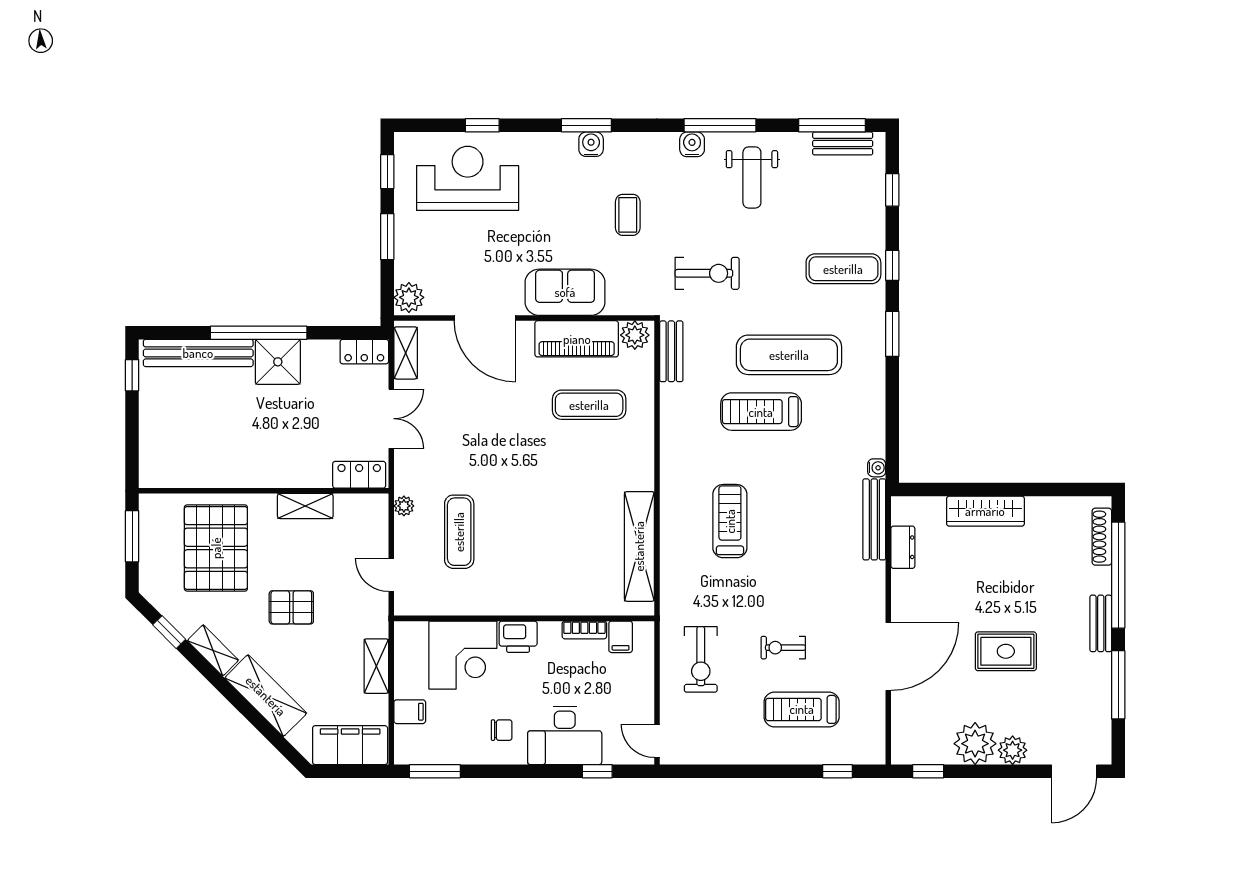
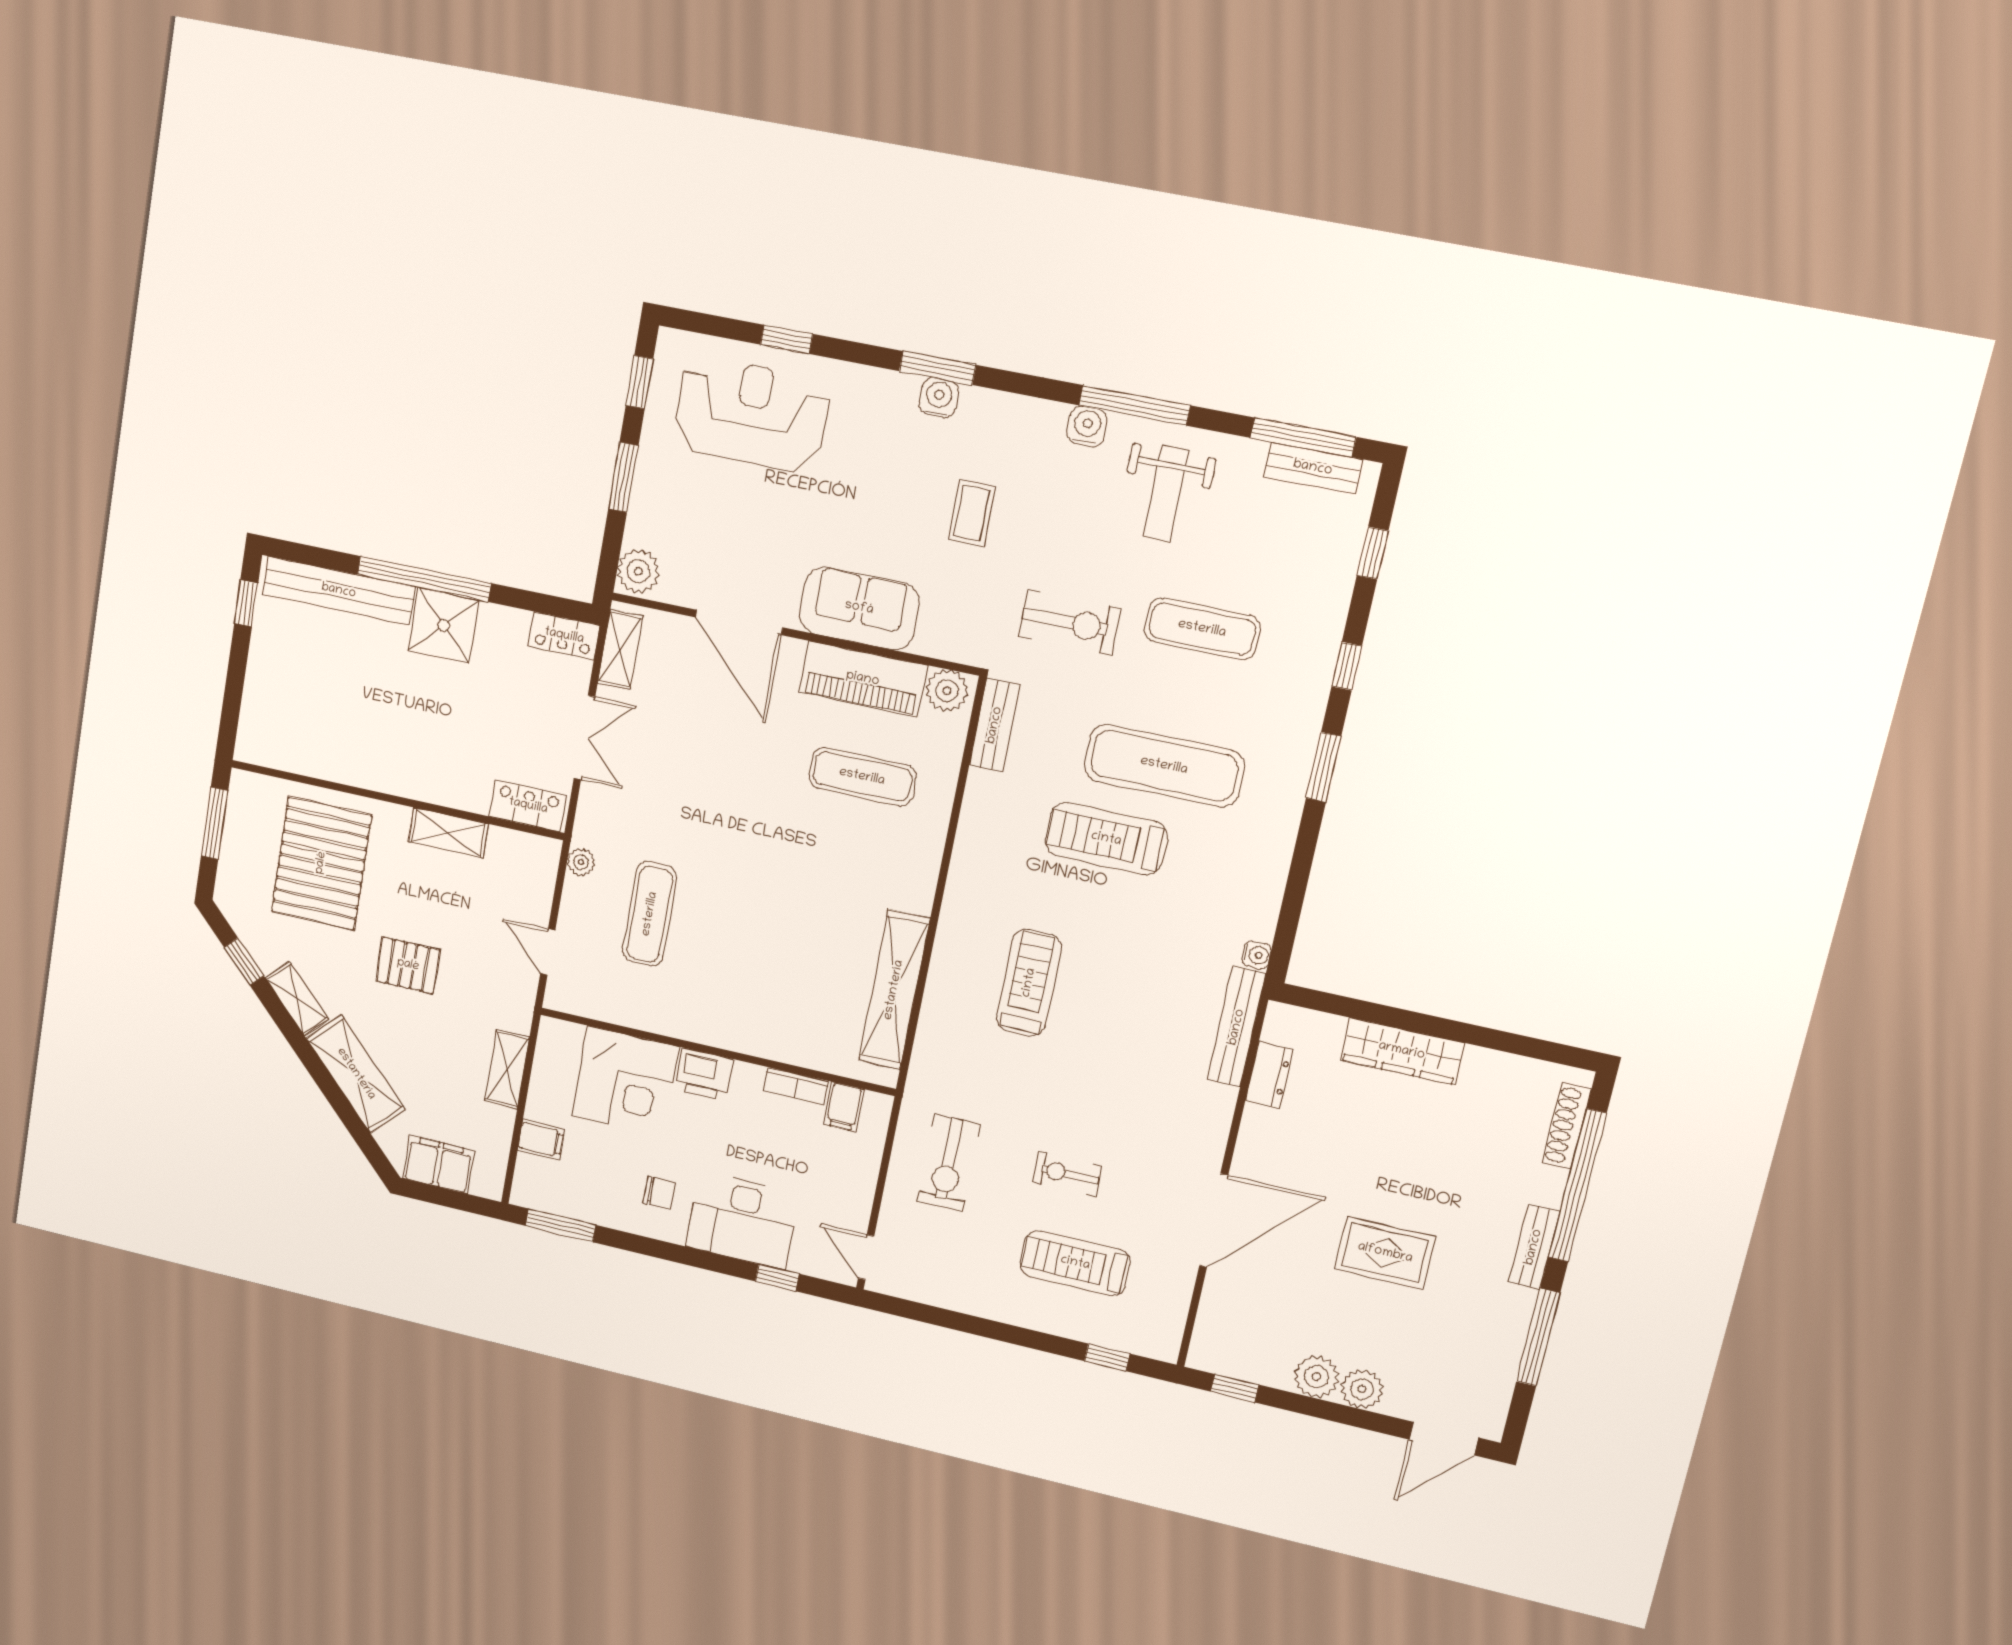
exercise mat: (843, 269) -> (1202, 629), moved
plant: (975, 744) -> (1316, 1377), width x0.73, depth x0.73
filing cabinet: (350, 745) -> (438, 1164), width x0.67, depth x0.86

